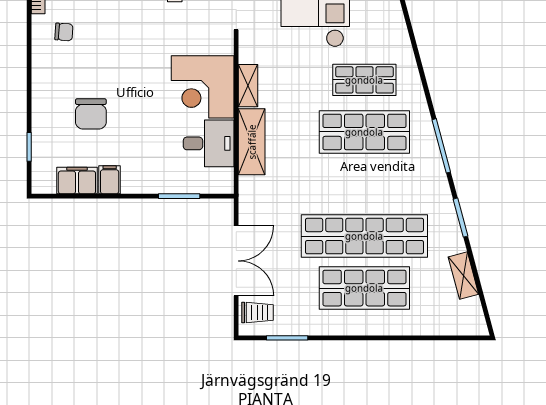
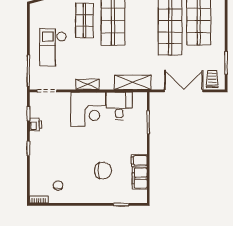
shelving: (252, 142) -> (133, 82), moved

